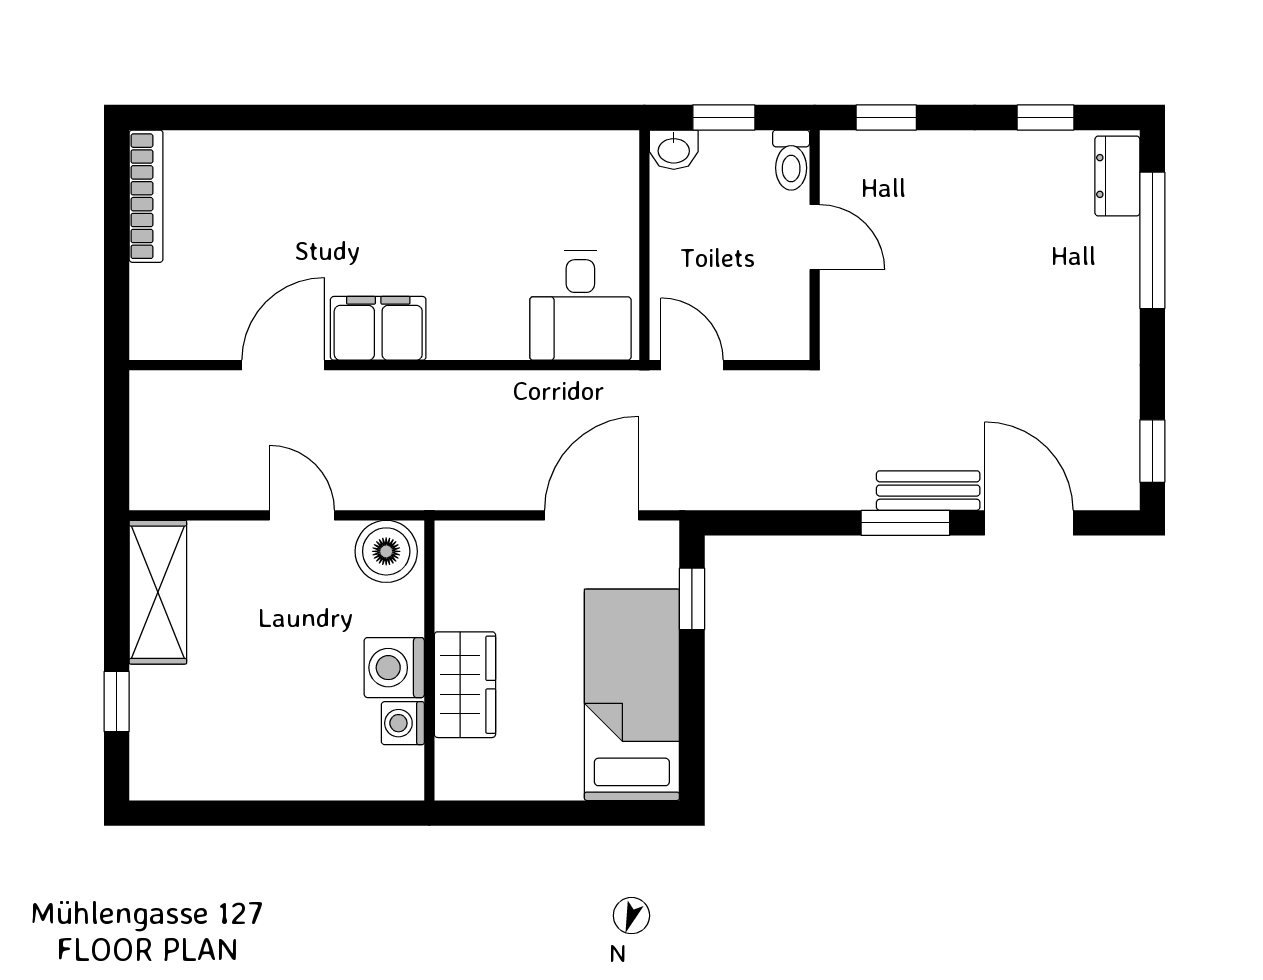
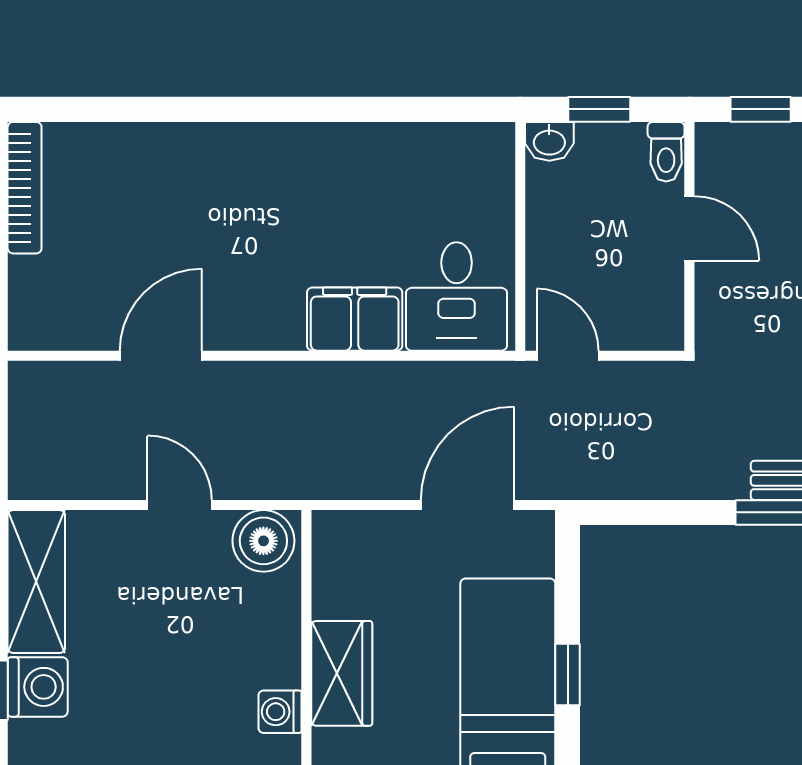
filing cabinet: (378, 328) -> (355, 319), moved
window: (692, 599) -> (568, 674), moved
washing machine: (394, 668) -> (38, 687), moved, turned 180

